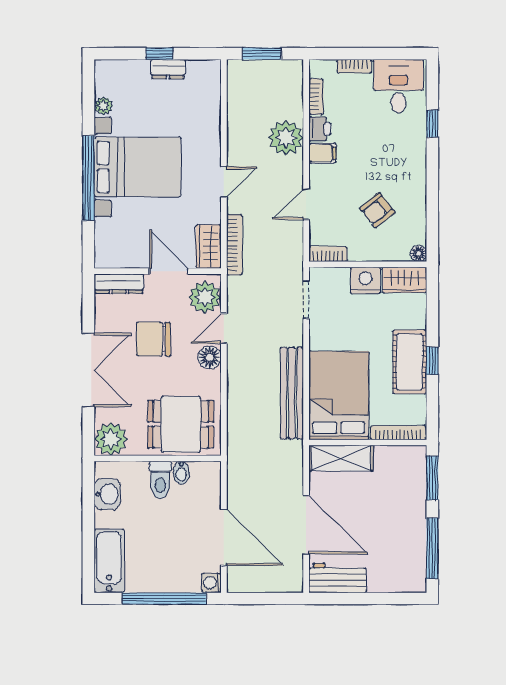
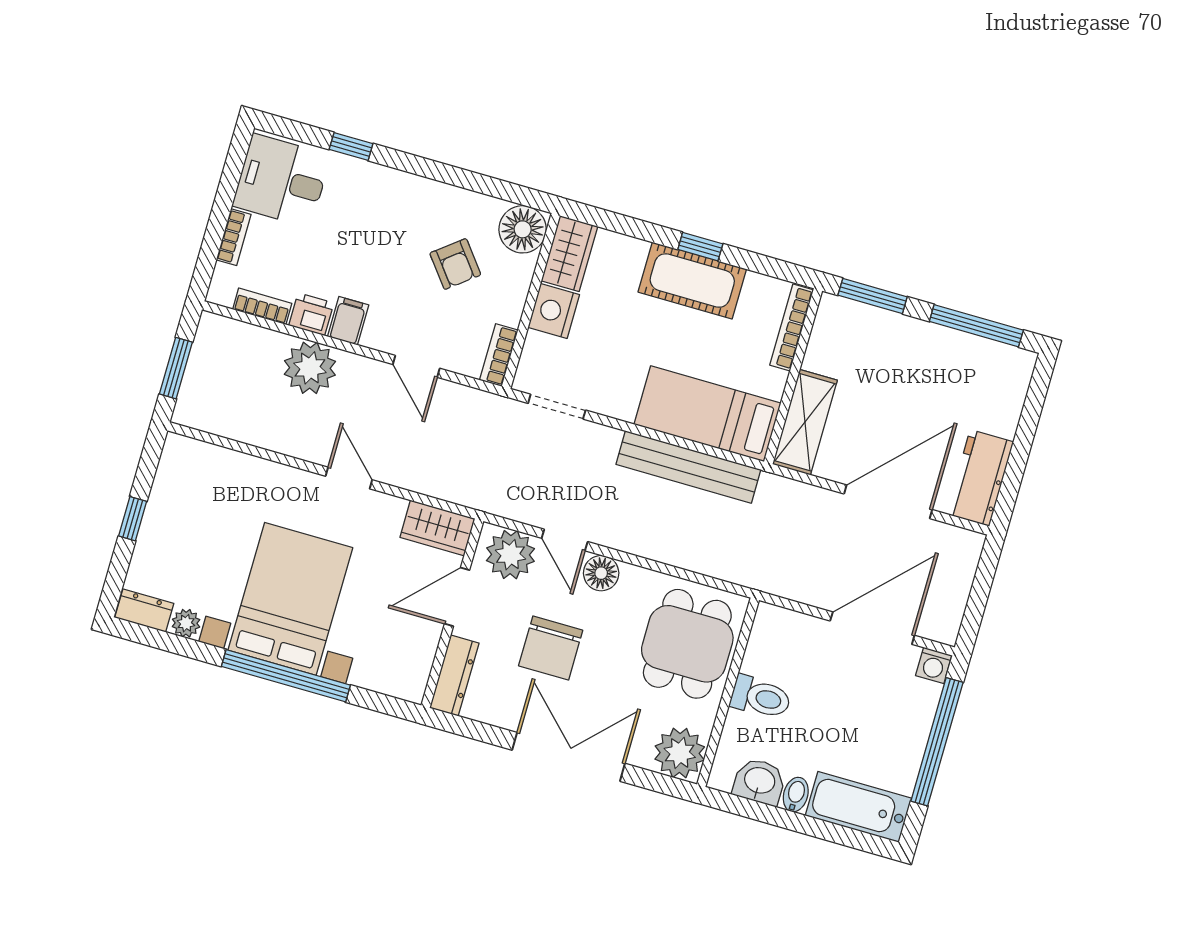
dresser: (168, 69) -> (144, 610), moved, turned -90
bookcase: (234, 245) -> (446, 489), removed
floor lamp: (418, 253) -> (523, 229), width x1.89, depth x1.89
bed: (339, 395) -> (707, 414), width x0.67
bidet: (181, 473) -> (796, 795), moved, turned -90

